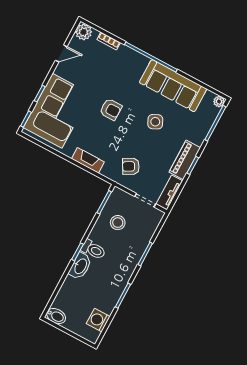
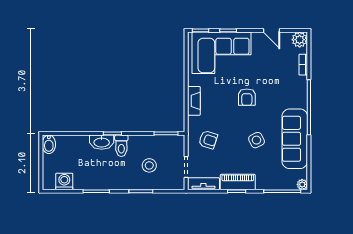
armchair: (131, 166) -> (208, 140), turned 137
stool: (118, 223) -> (149, 165), moved

